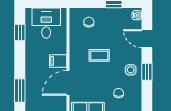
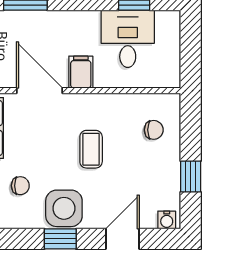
desk: (46, 23) -> (128, 39), moved, turned -90
side table: (131, 70) -> (64, 208), width x1.87, depth x1.87

